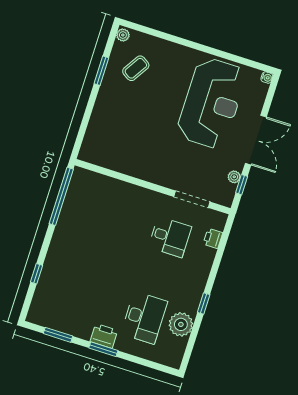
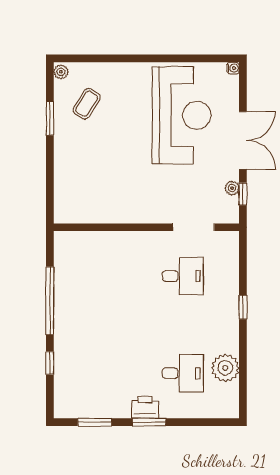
window: (61, 196) -> (50, 301), moved
printer: (213, 238) -> (230, 263), removed
window: (204, 304) -> (243, 307), moved
desk: (144, 318) -> (183, 373), width x0.73

